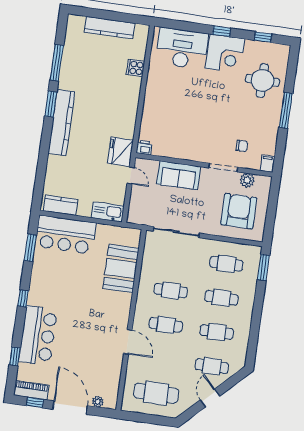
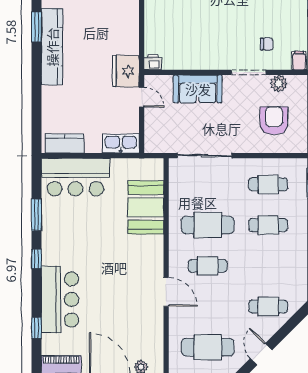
armchair: (239, 211) -> (274, 121), width x0.73, depth x0.73
window: (30, 248) -> (36, 215), moved
cafe table: (171, 291) -> (208, 225), width x1.37, depth x1.35
cafe table: (217, 332) -> (268, 266), removed
door: (210, 398) -> (261, 354), moved

